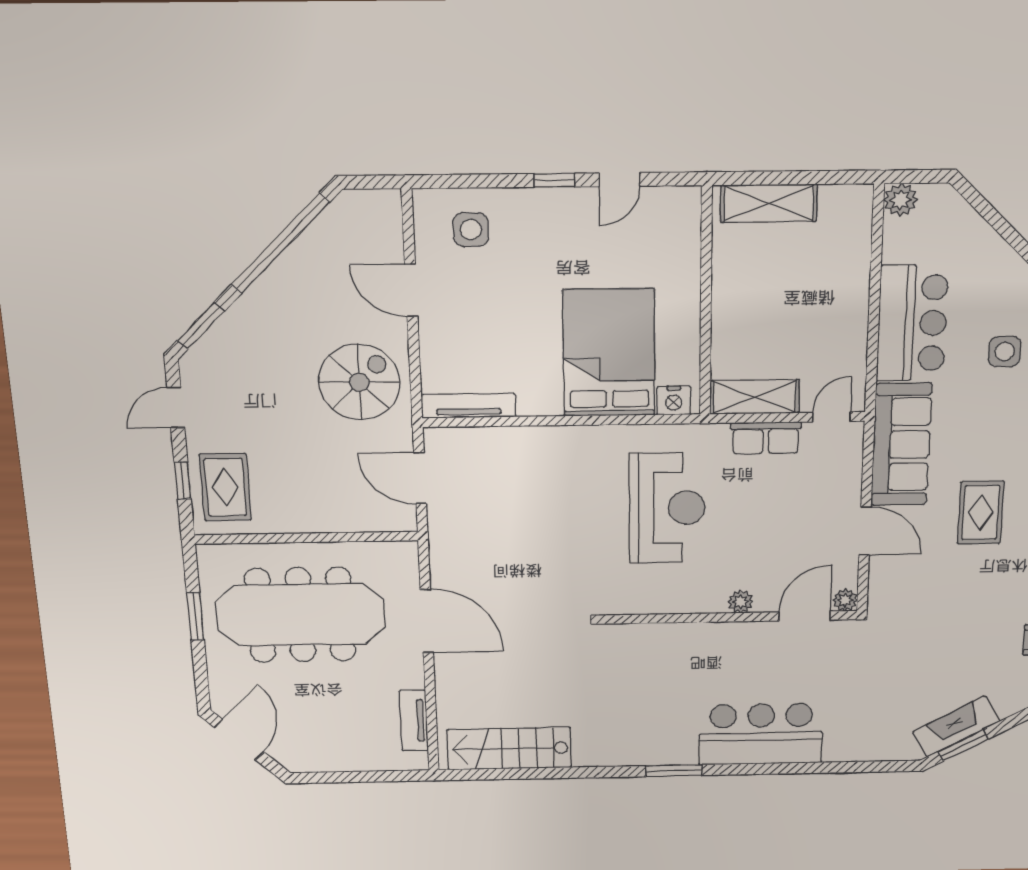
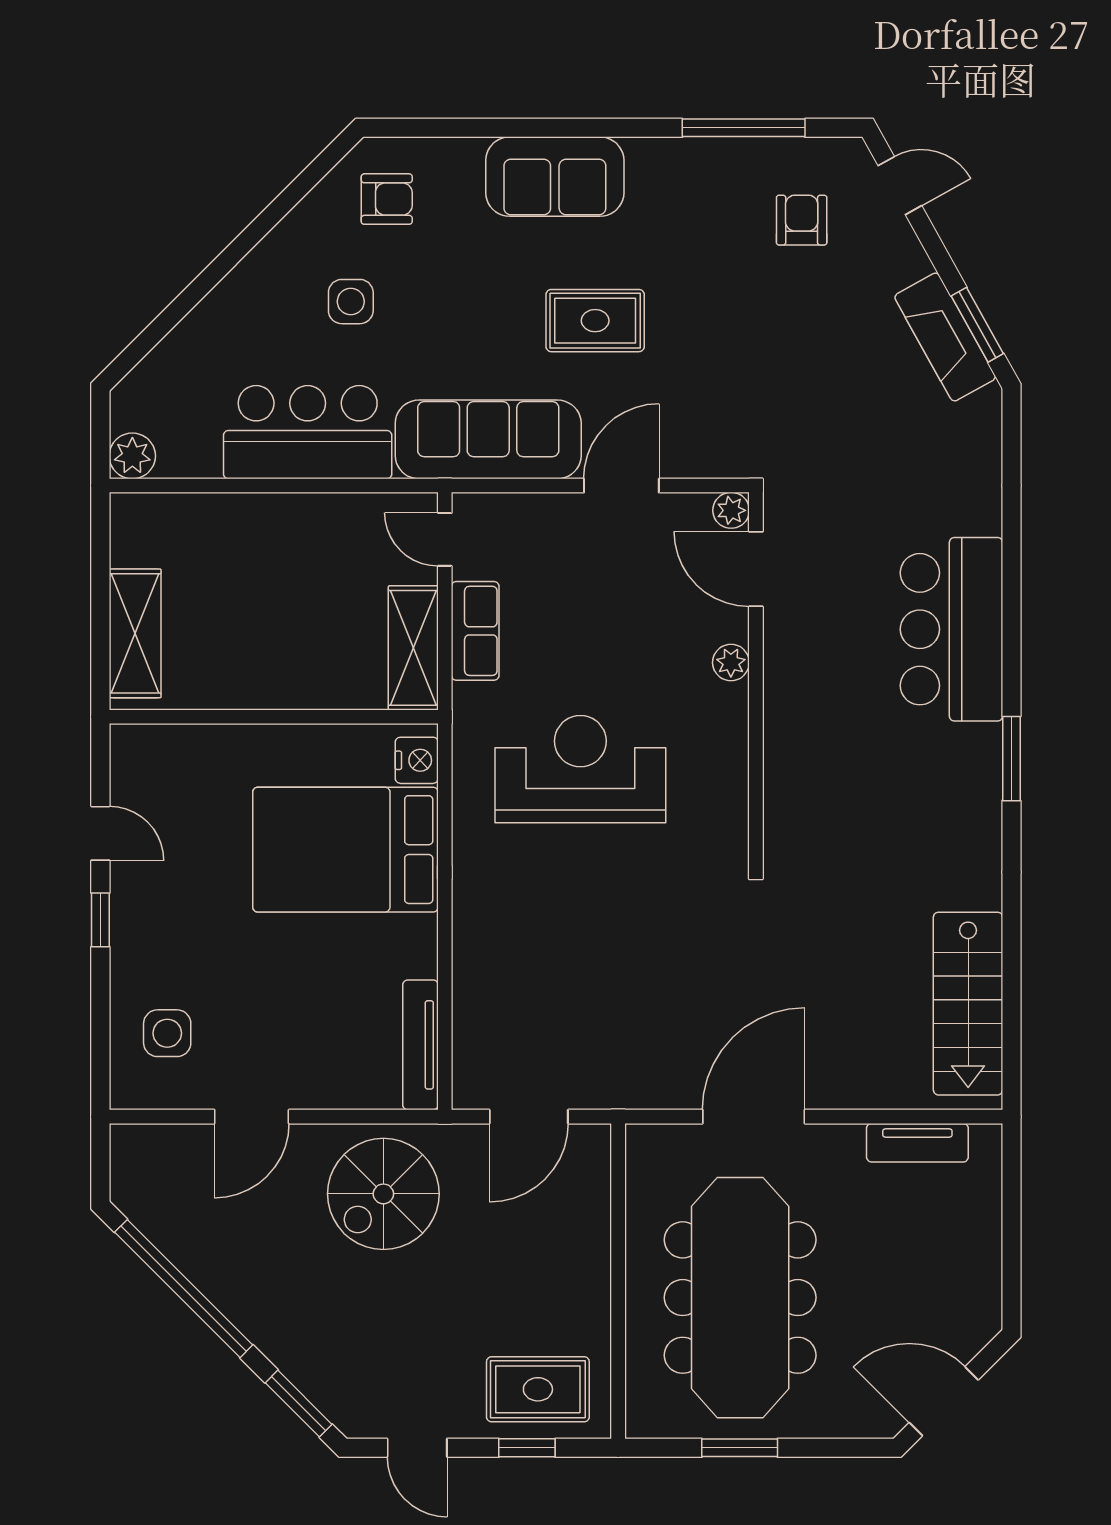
spiral stairs: (359, 382) -> (383, 1194), turned -90

